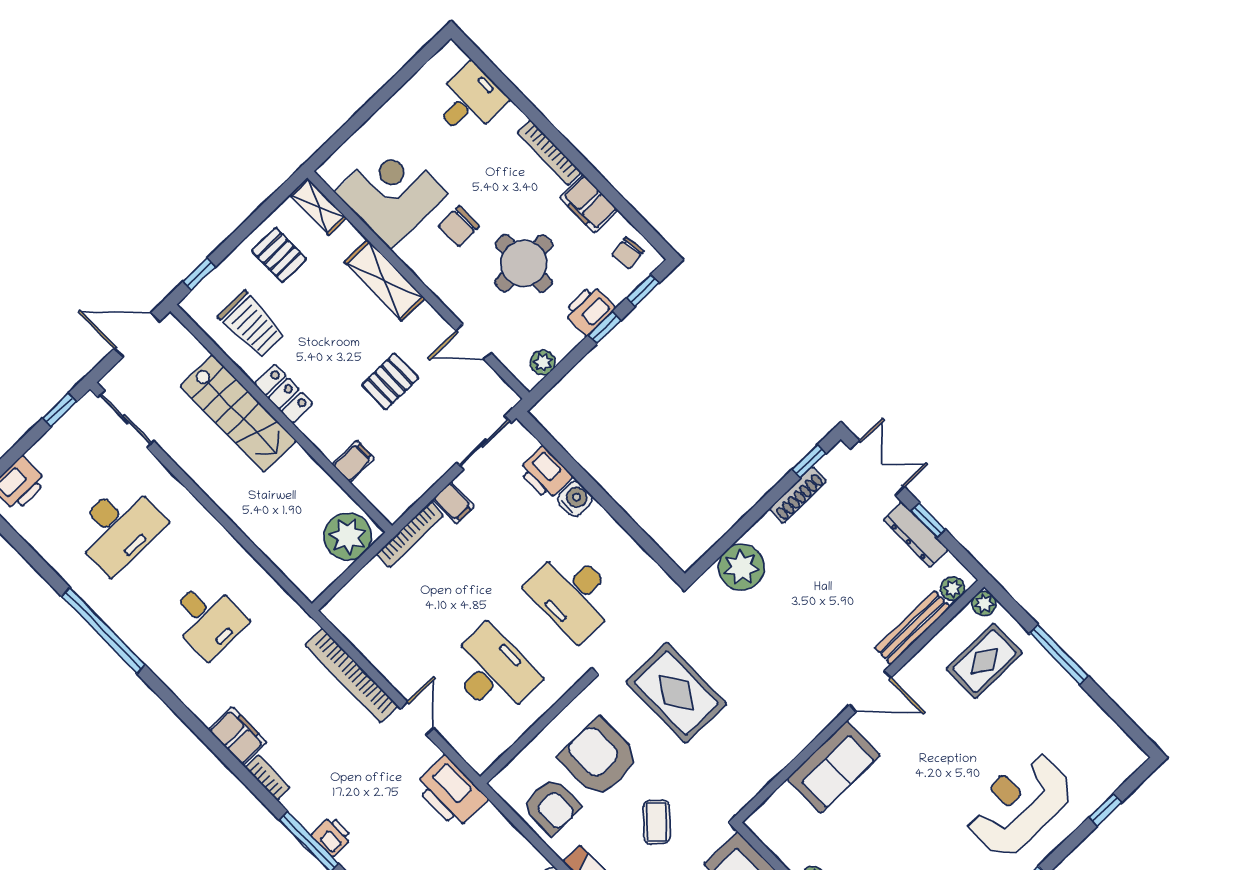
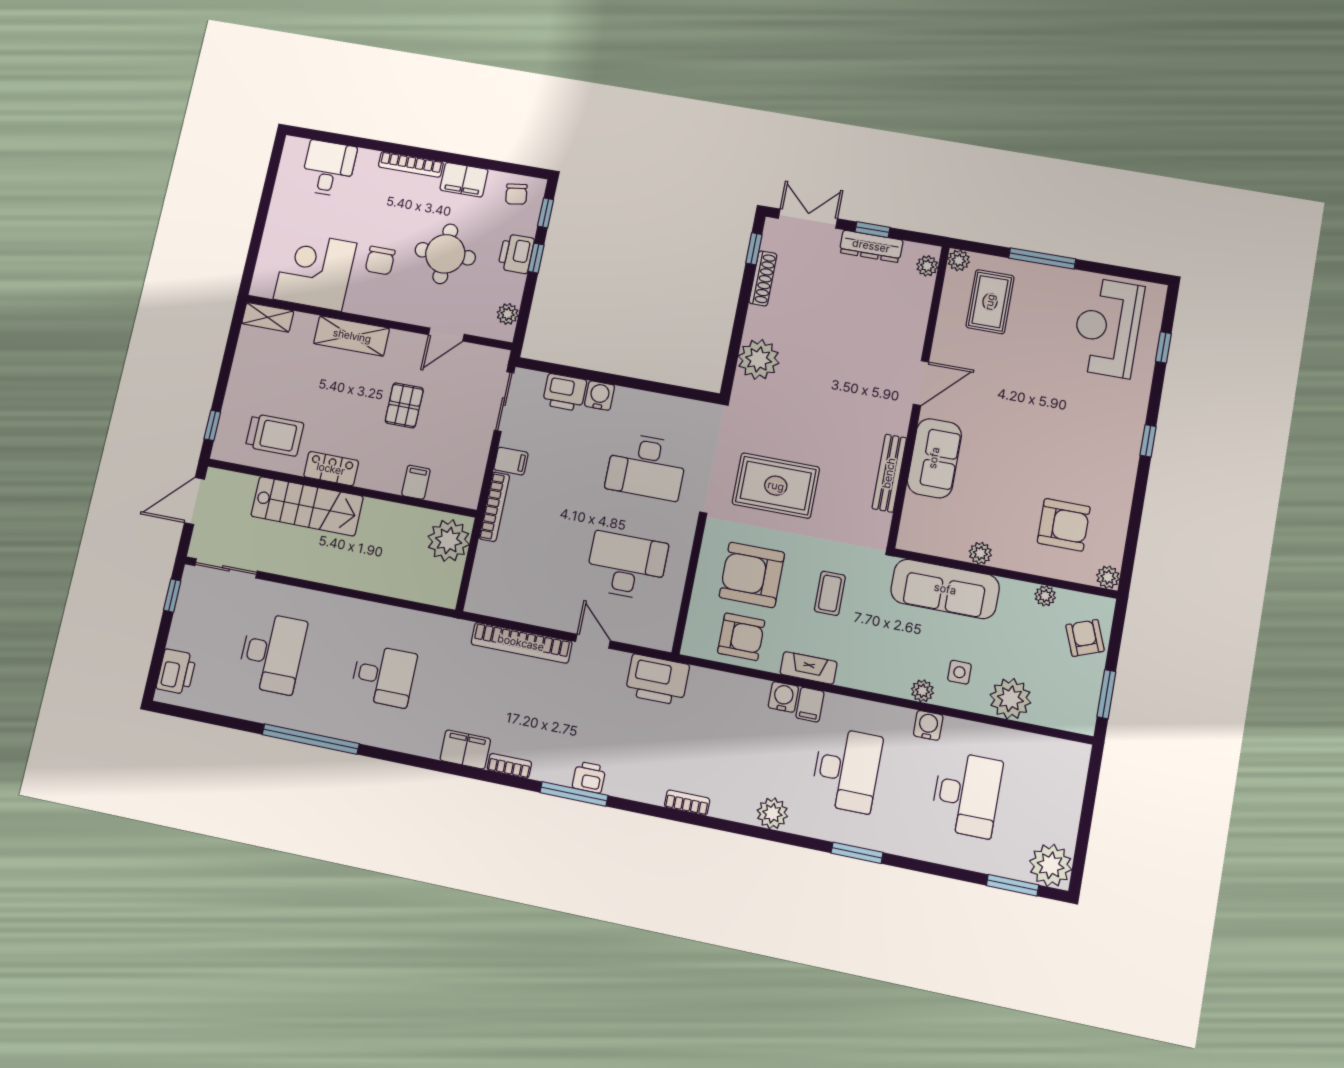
pallet: (279, 255) -> (262, 371), removed
bench: (913, 628) -> (889, 473), moved
reception desk: (1019, 804) -> (1107, 328), moved
coffee table: (657, 822) -> (830, 593), turned 47

